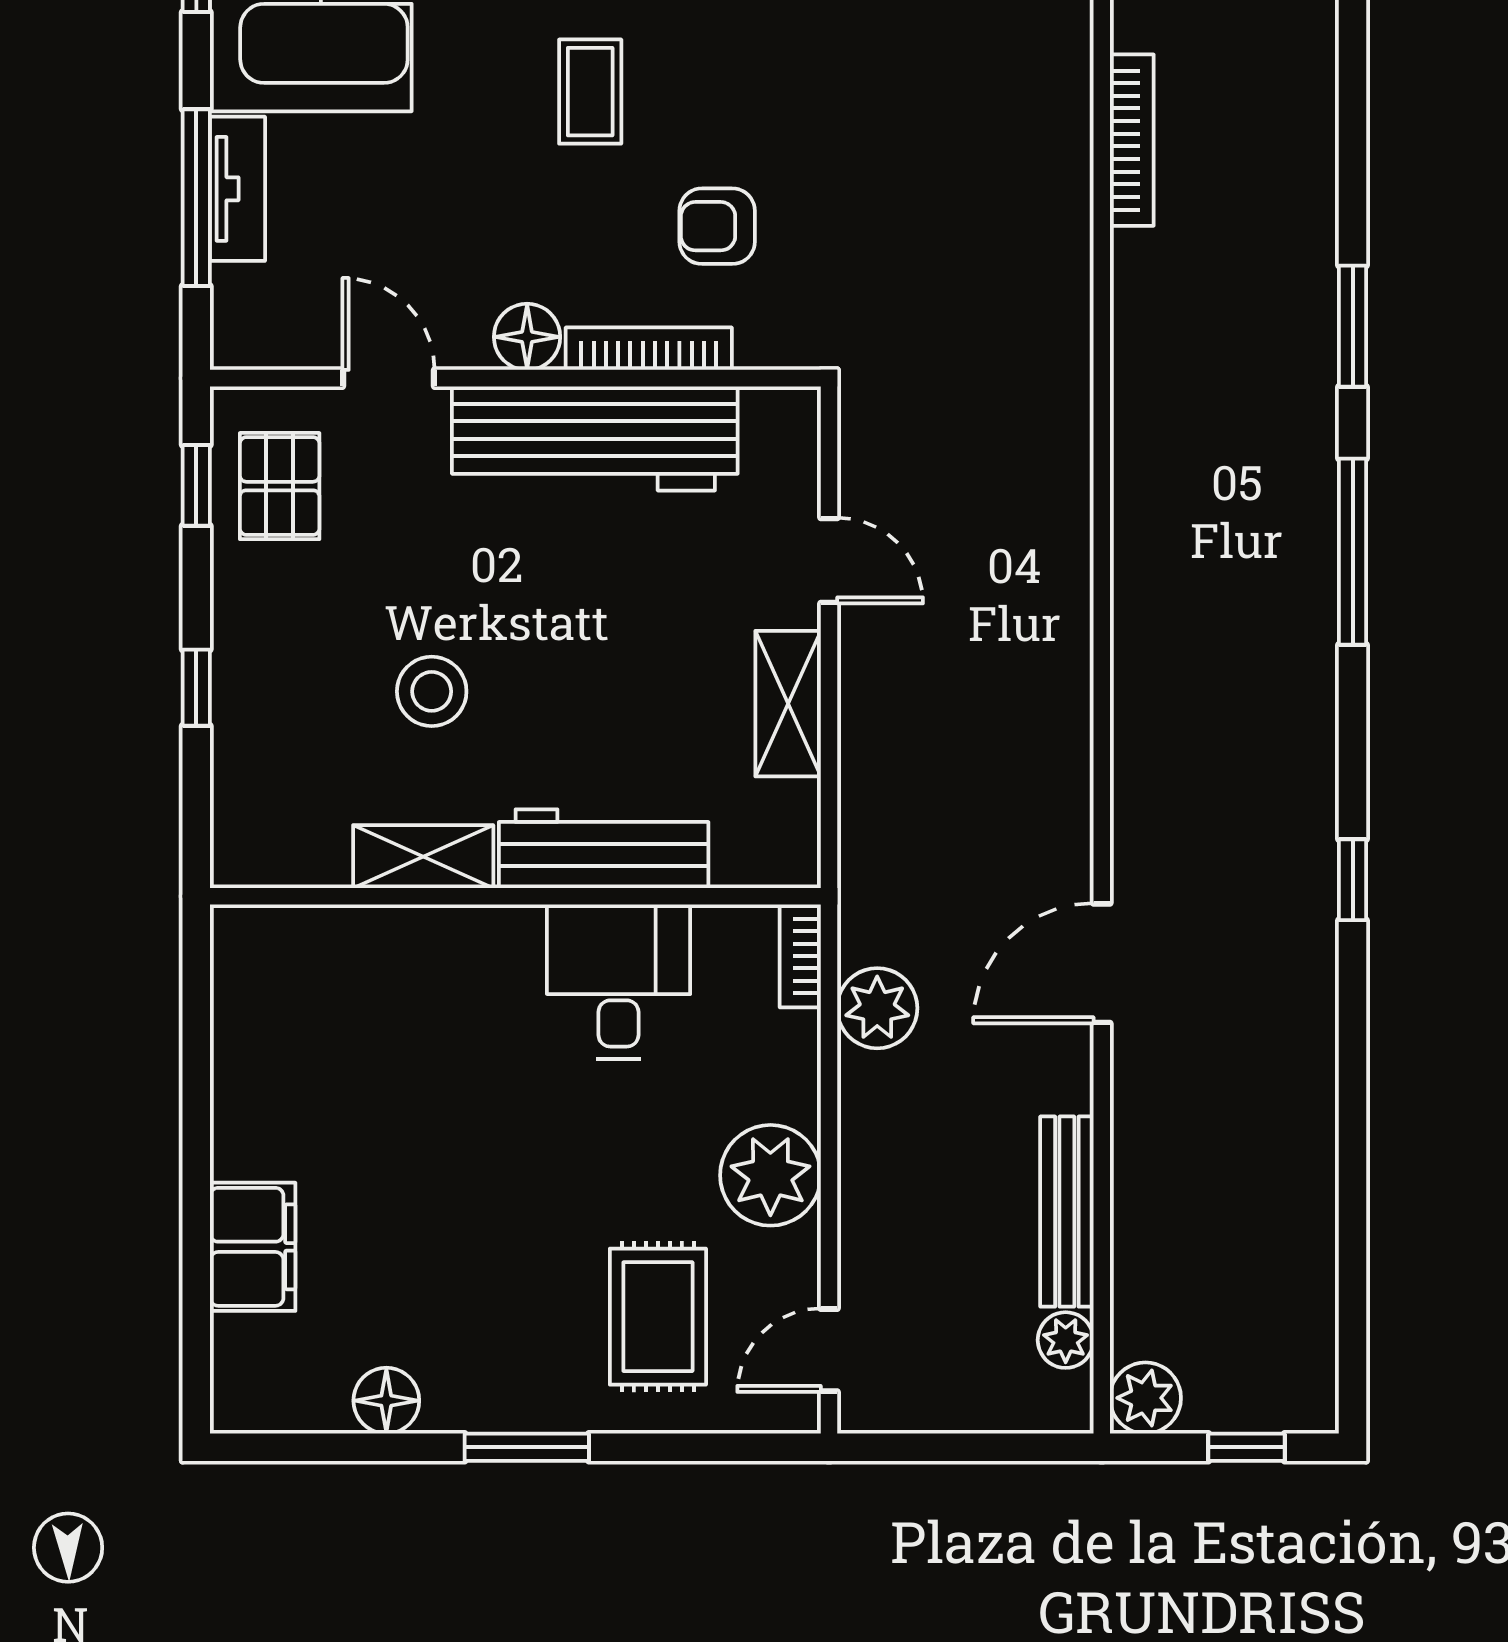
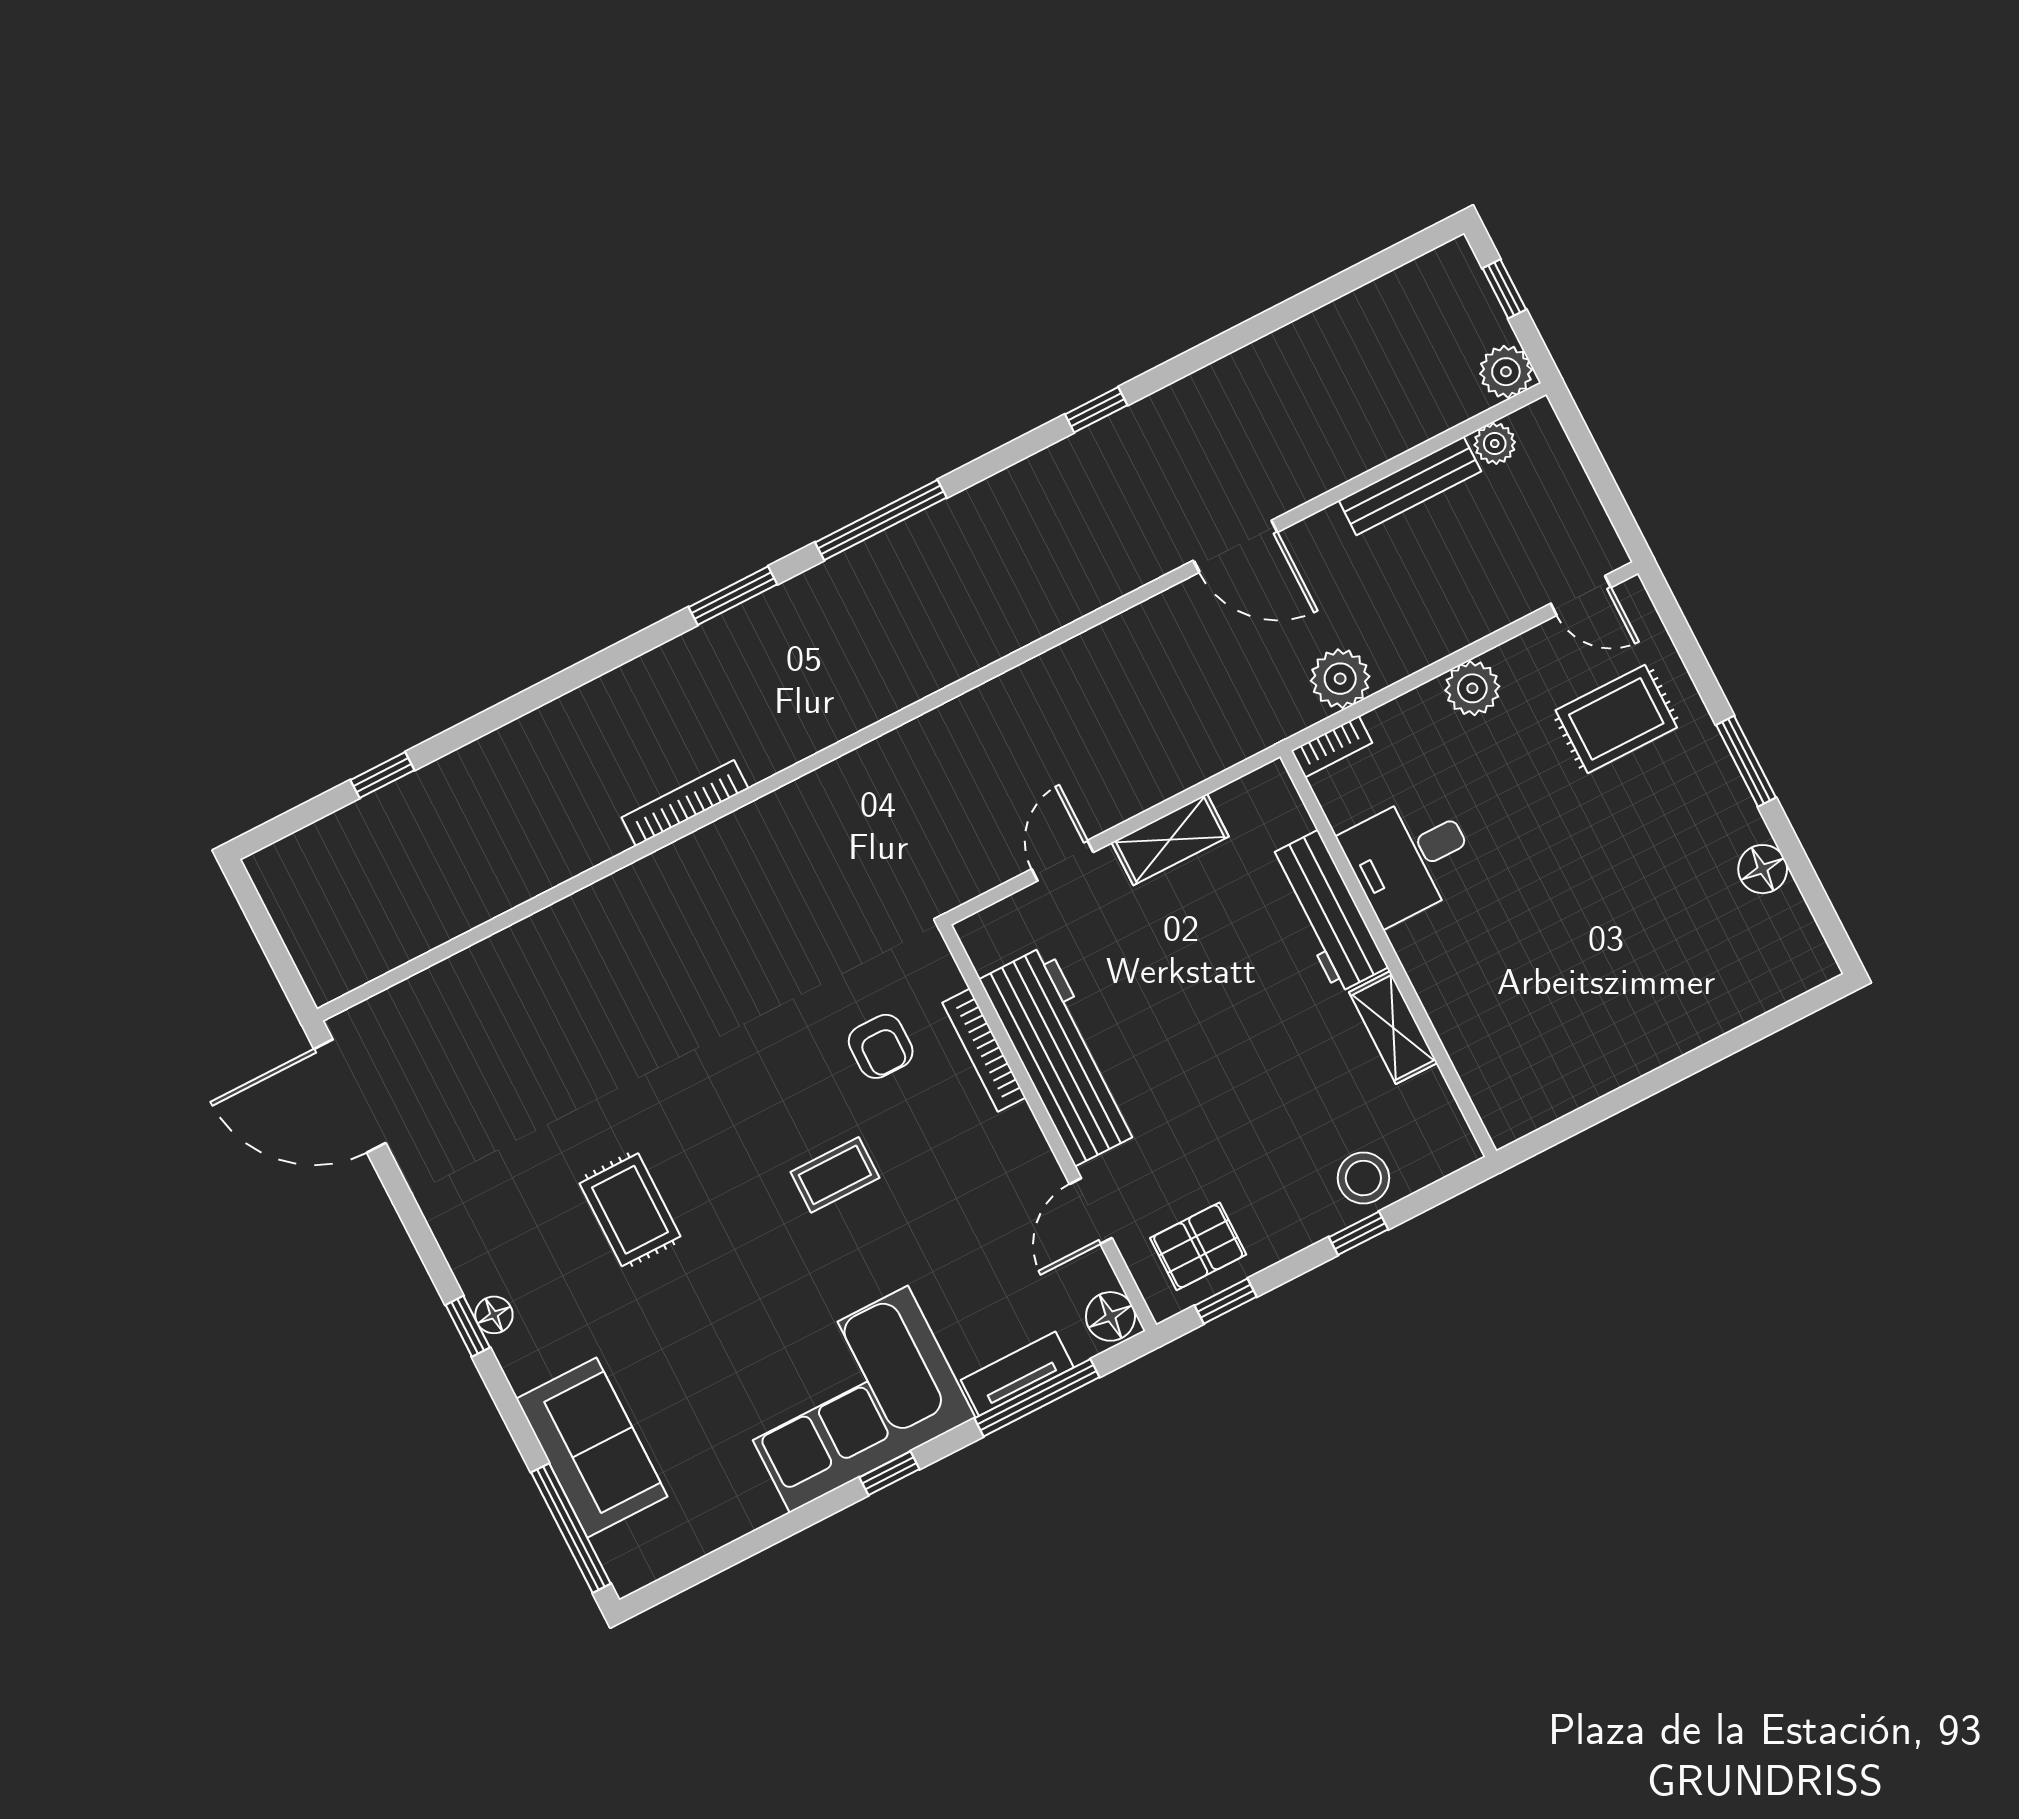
floor lamp: (527, 337) -> (1110, 1316), moved
stool: (432, 691) -> (1363, 1178), moved
plant: (770, 1175) -> (1472, 688), width x0.73, depth x0.73
filing cabinet: (253, 1247) -> (1707, 1008), removed

